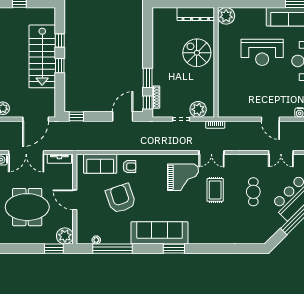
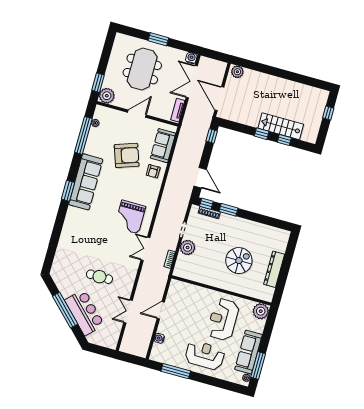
plant: (226, 16) -> (261, 311), moved
stairs: (42, 56) -> (281, 126), width x0.73, depth x0.66
wall: (216, 62) -> (221, 290), moved
rug: (215, 190) -> (111, 243), removed

